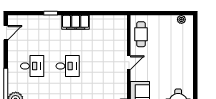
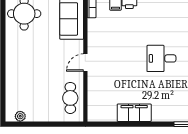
filing cabinet: (76, 22) -> (134, 113), moved

